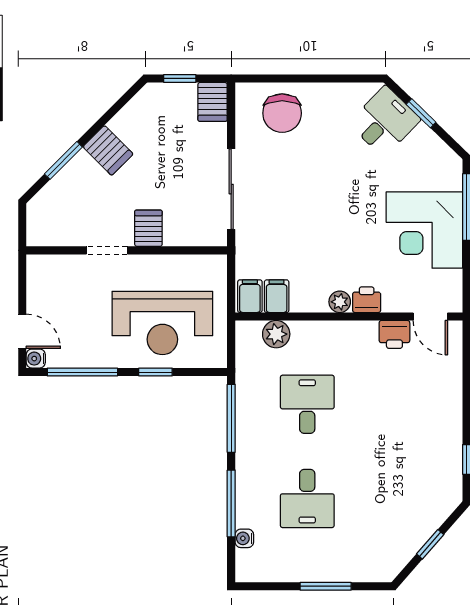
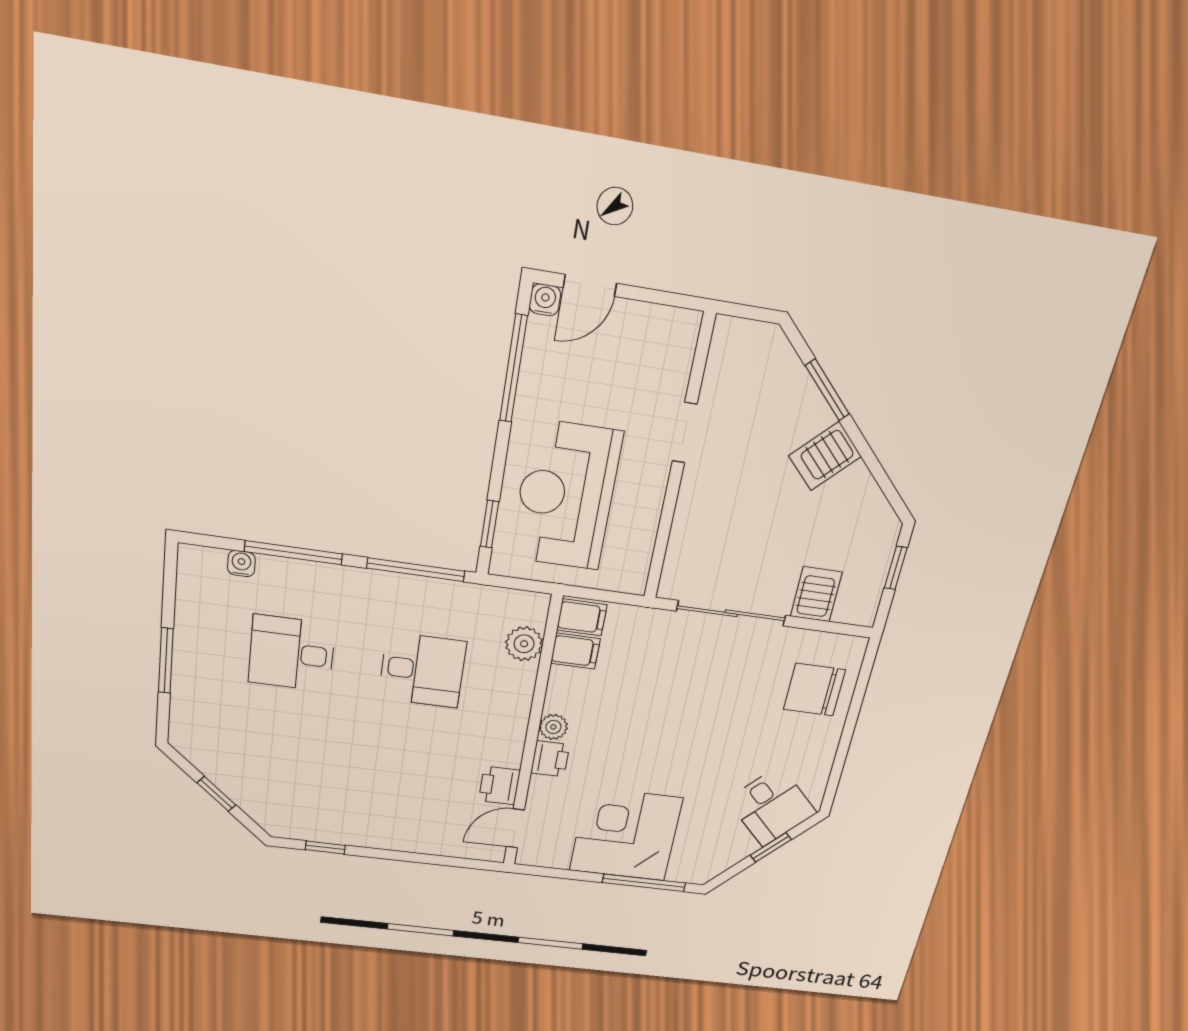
server rack: (213, 102) -> (816, 594), moved, turned 90
server rack: (148, 228) -> (703, 496), removed
window: (155, 372) -> (490, 524), moved

